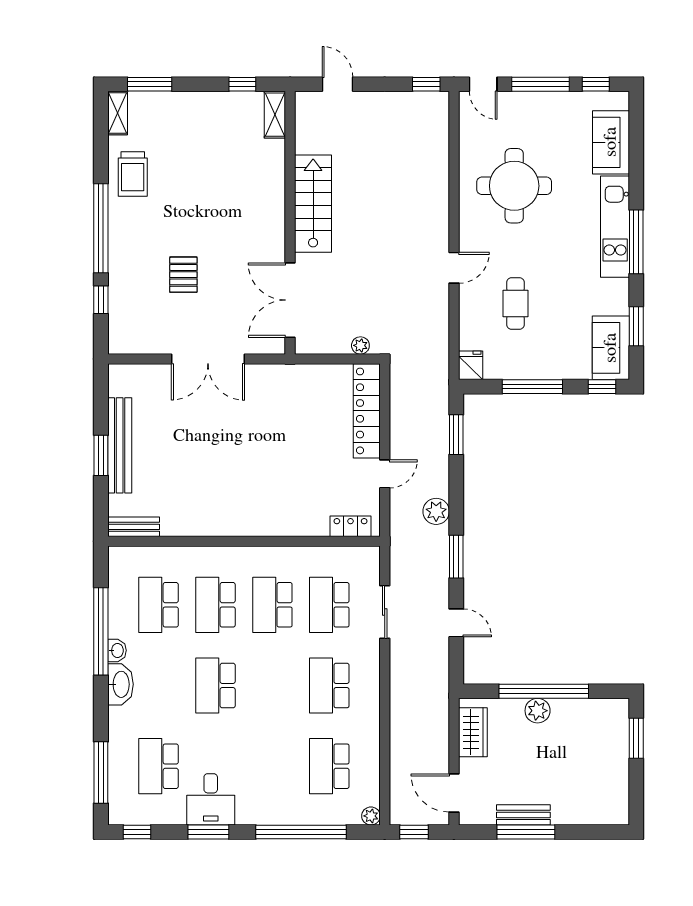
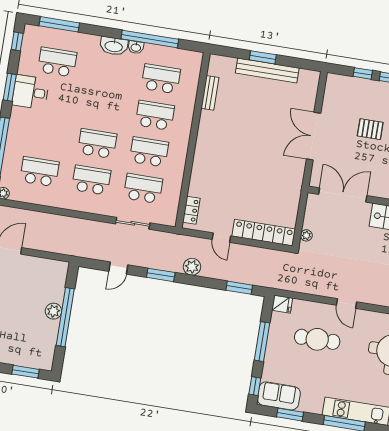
cafe table: (515, 303) -> (317, 339), width x1.37, depth x1.35
bench: (134, 527) -> (210, 93), moved
school desk: (215, 686) -> (97, 144), moved
wardrobe: (473, 732) -> (46, 267), removed

